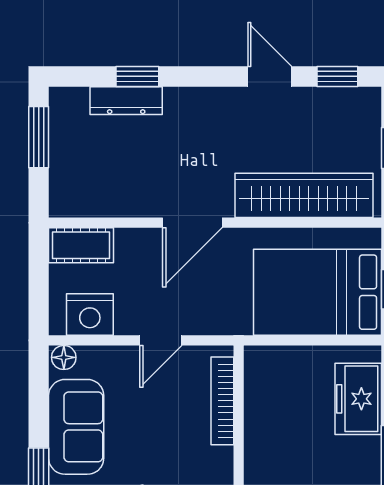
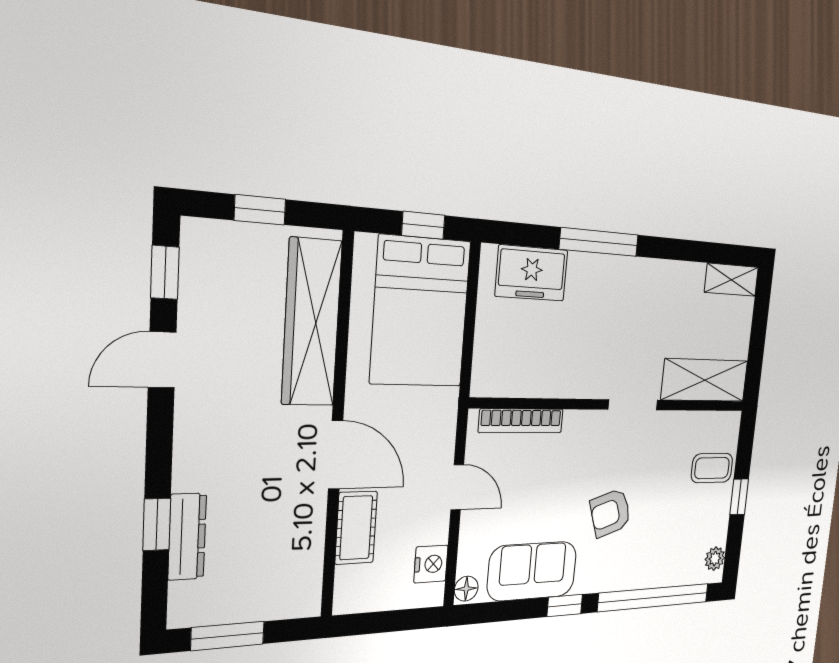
cot: (81, 245) -> (356, 528), moved
nightstand: (90, 314) -> (431, 564), width x0.74, depth x0.75

